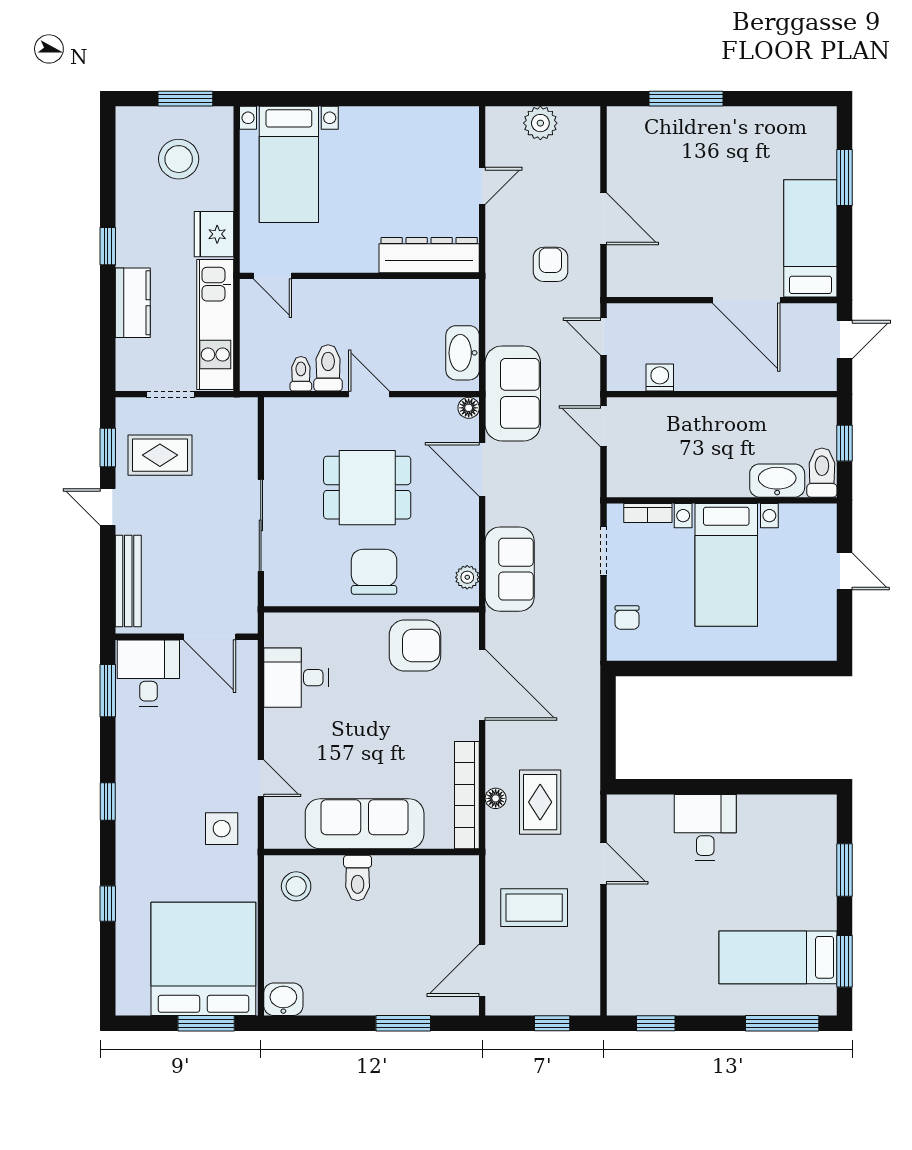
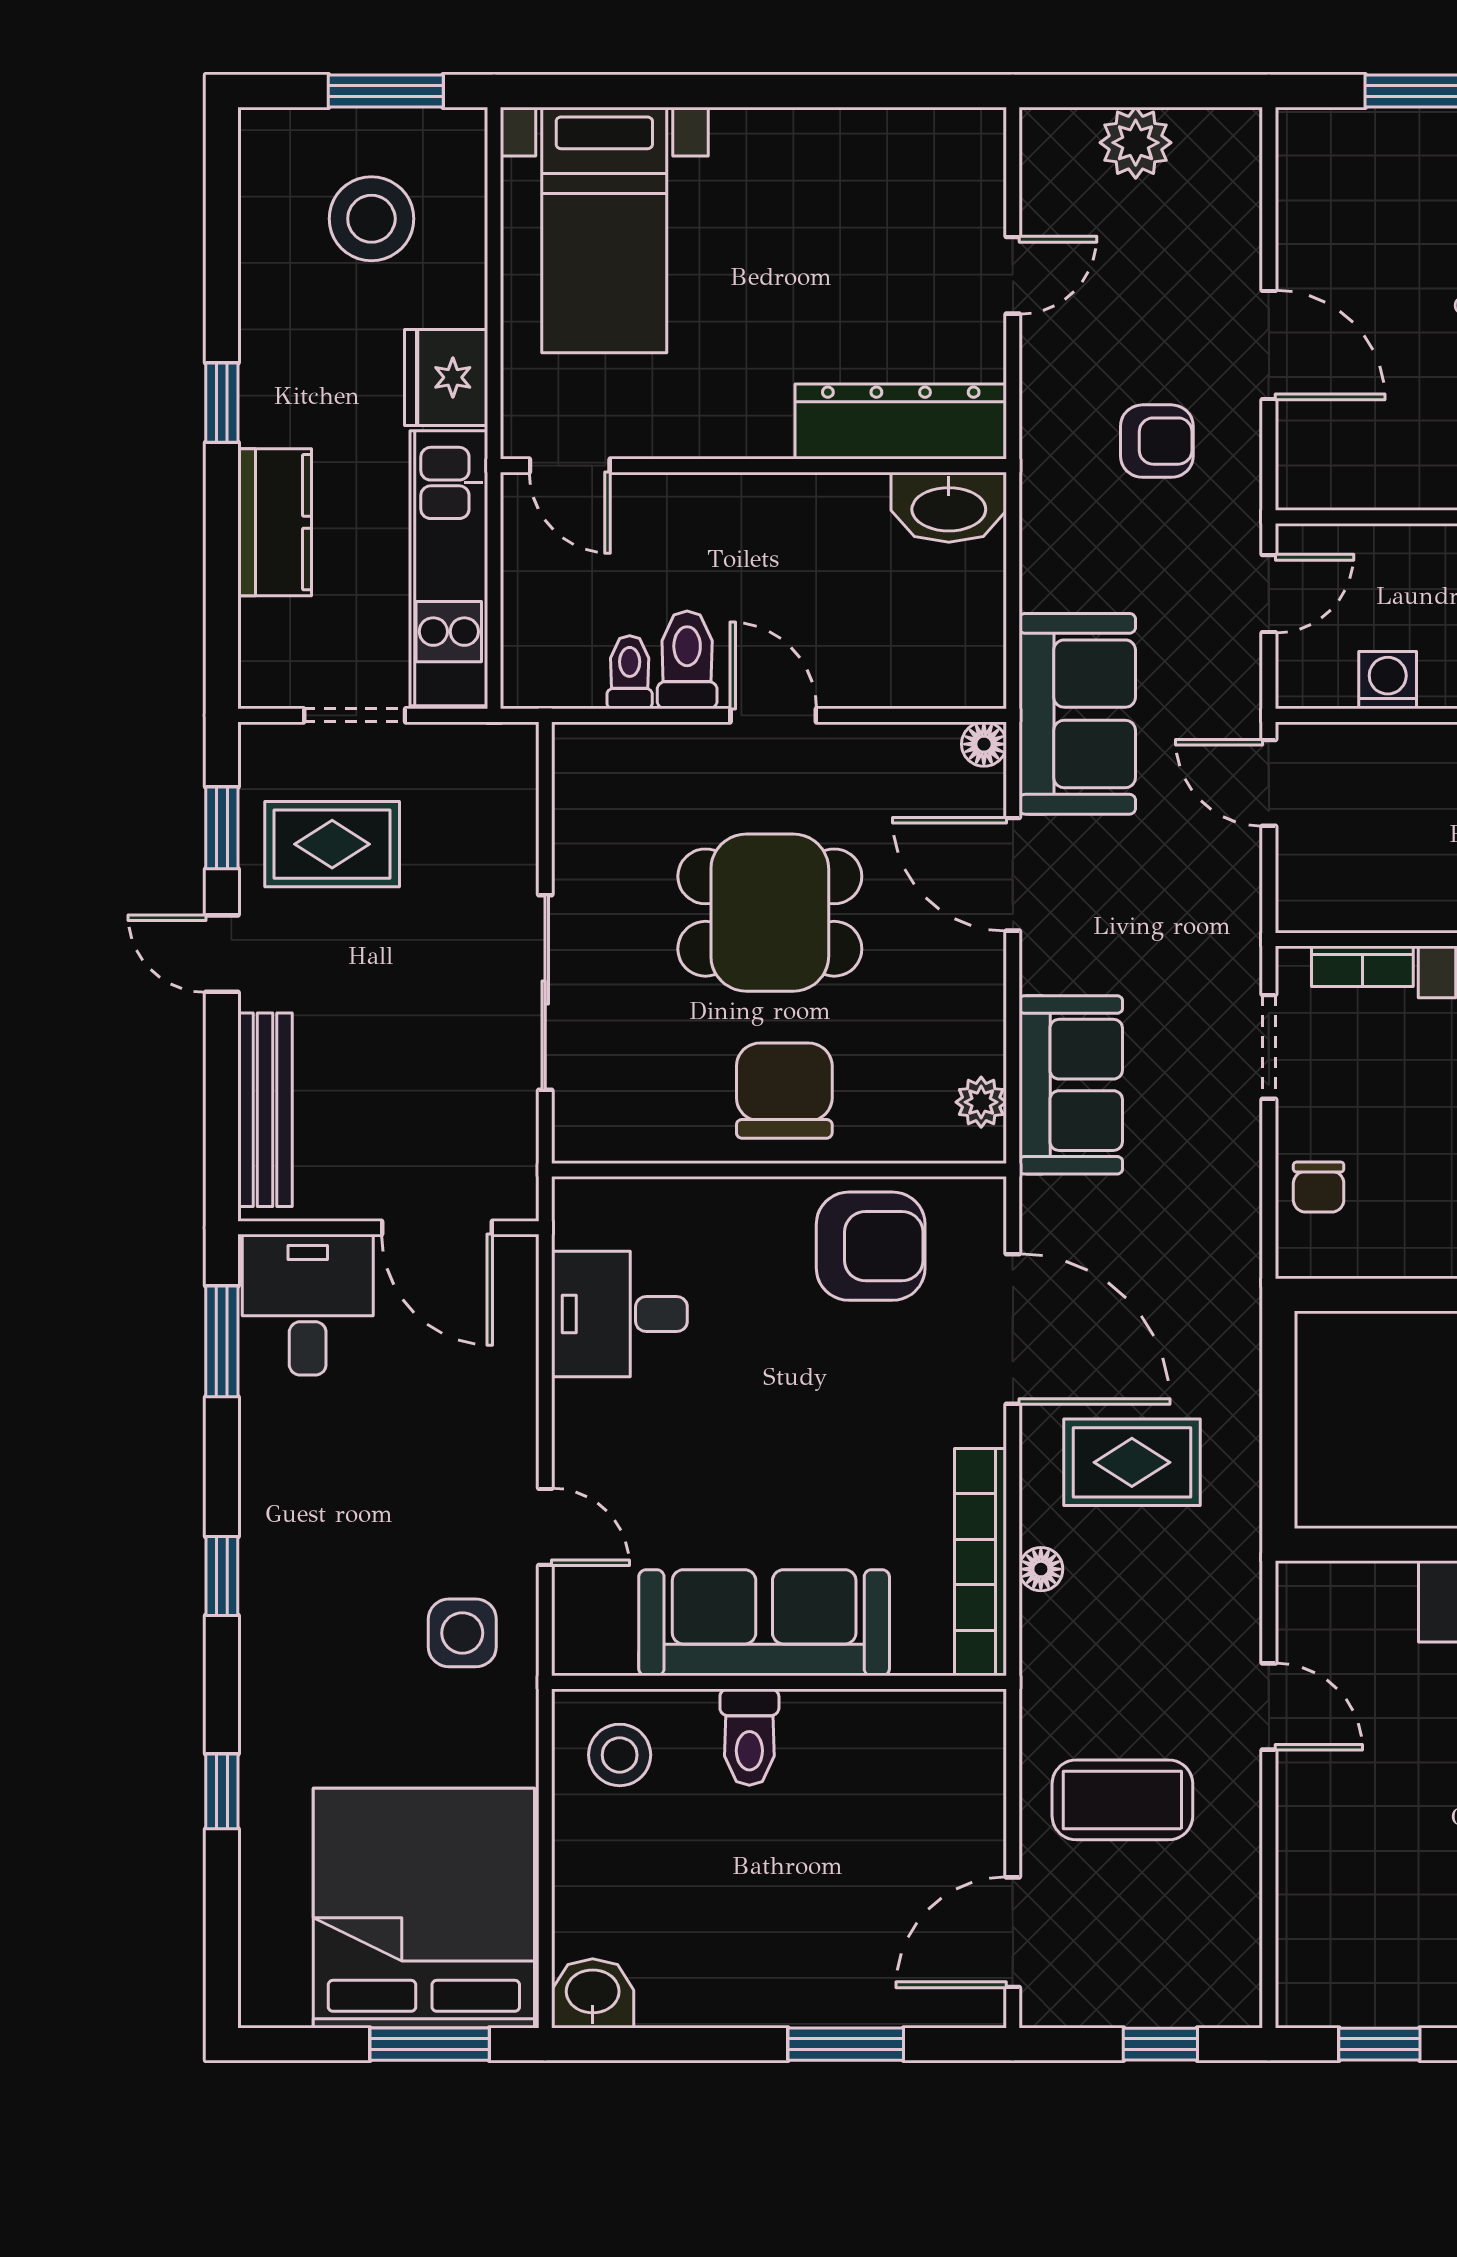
armchair: (550, 264) -> (1157, 441), turned 90
door: (603, 337) -> (1269, 594), swing flipped
washbasin: (463, 353) -> (949, 507), moved, turned -90
rug: (540, 802) -> (1132, 1462), moved, turned 90

